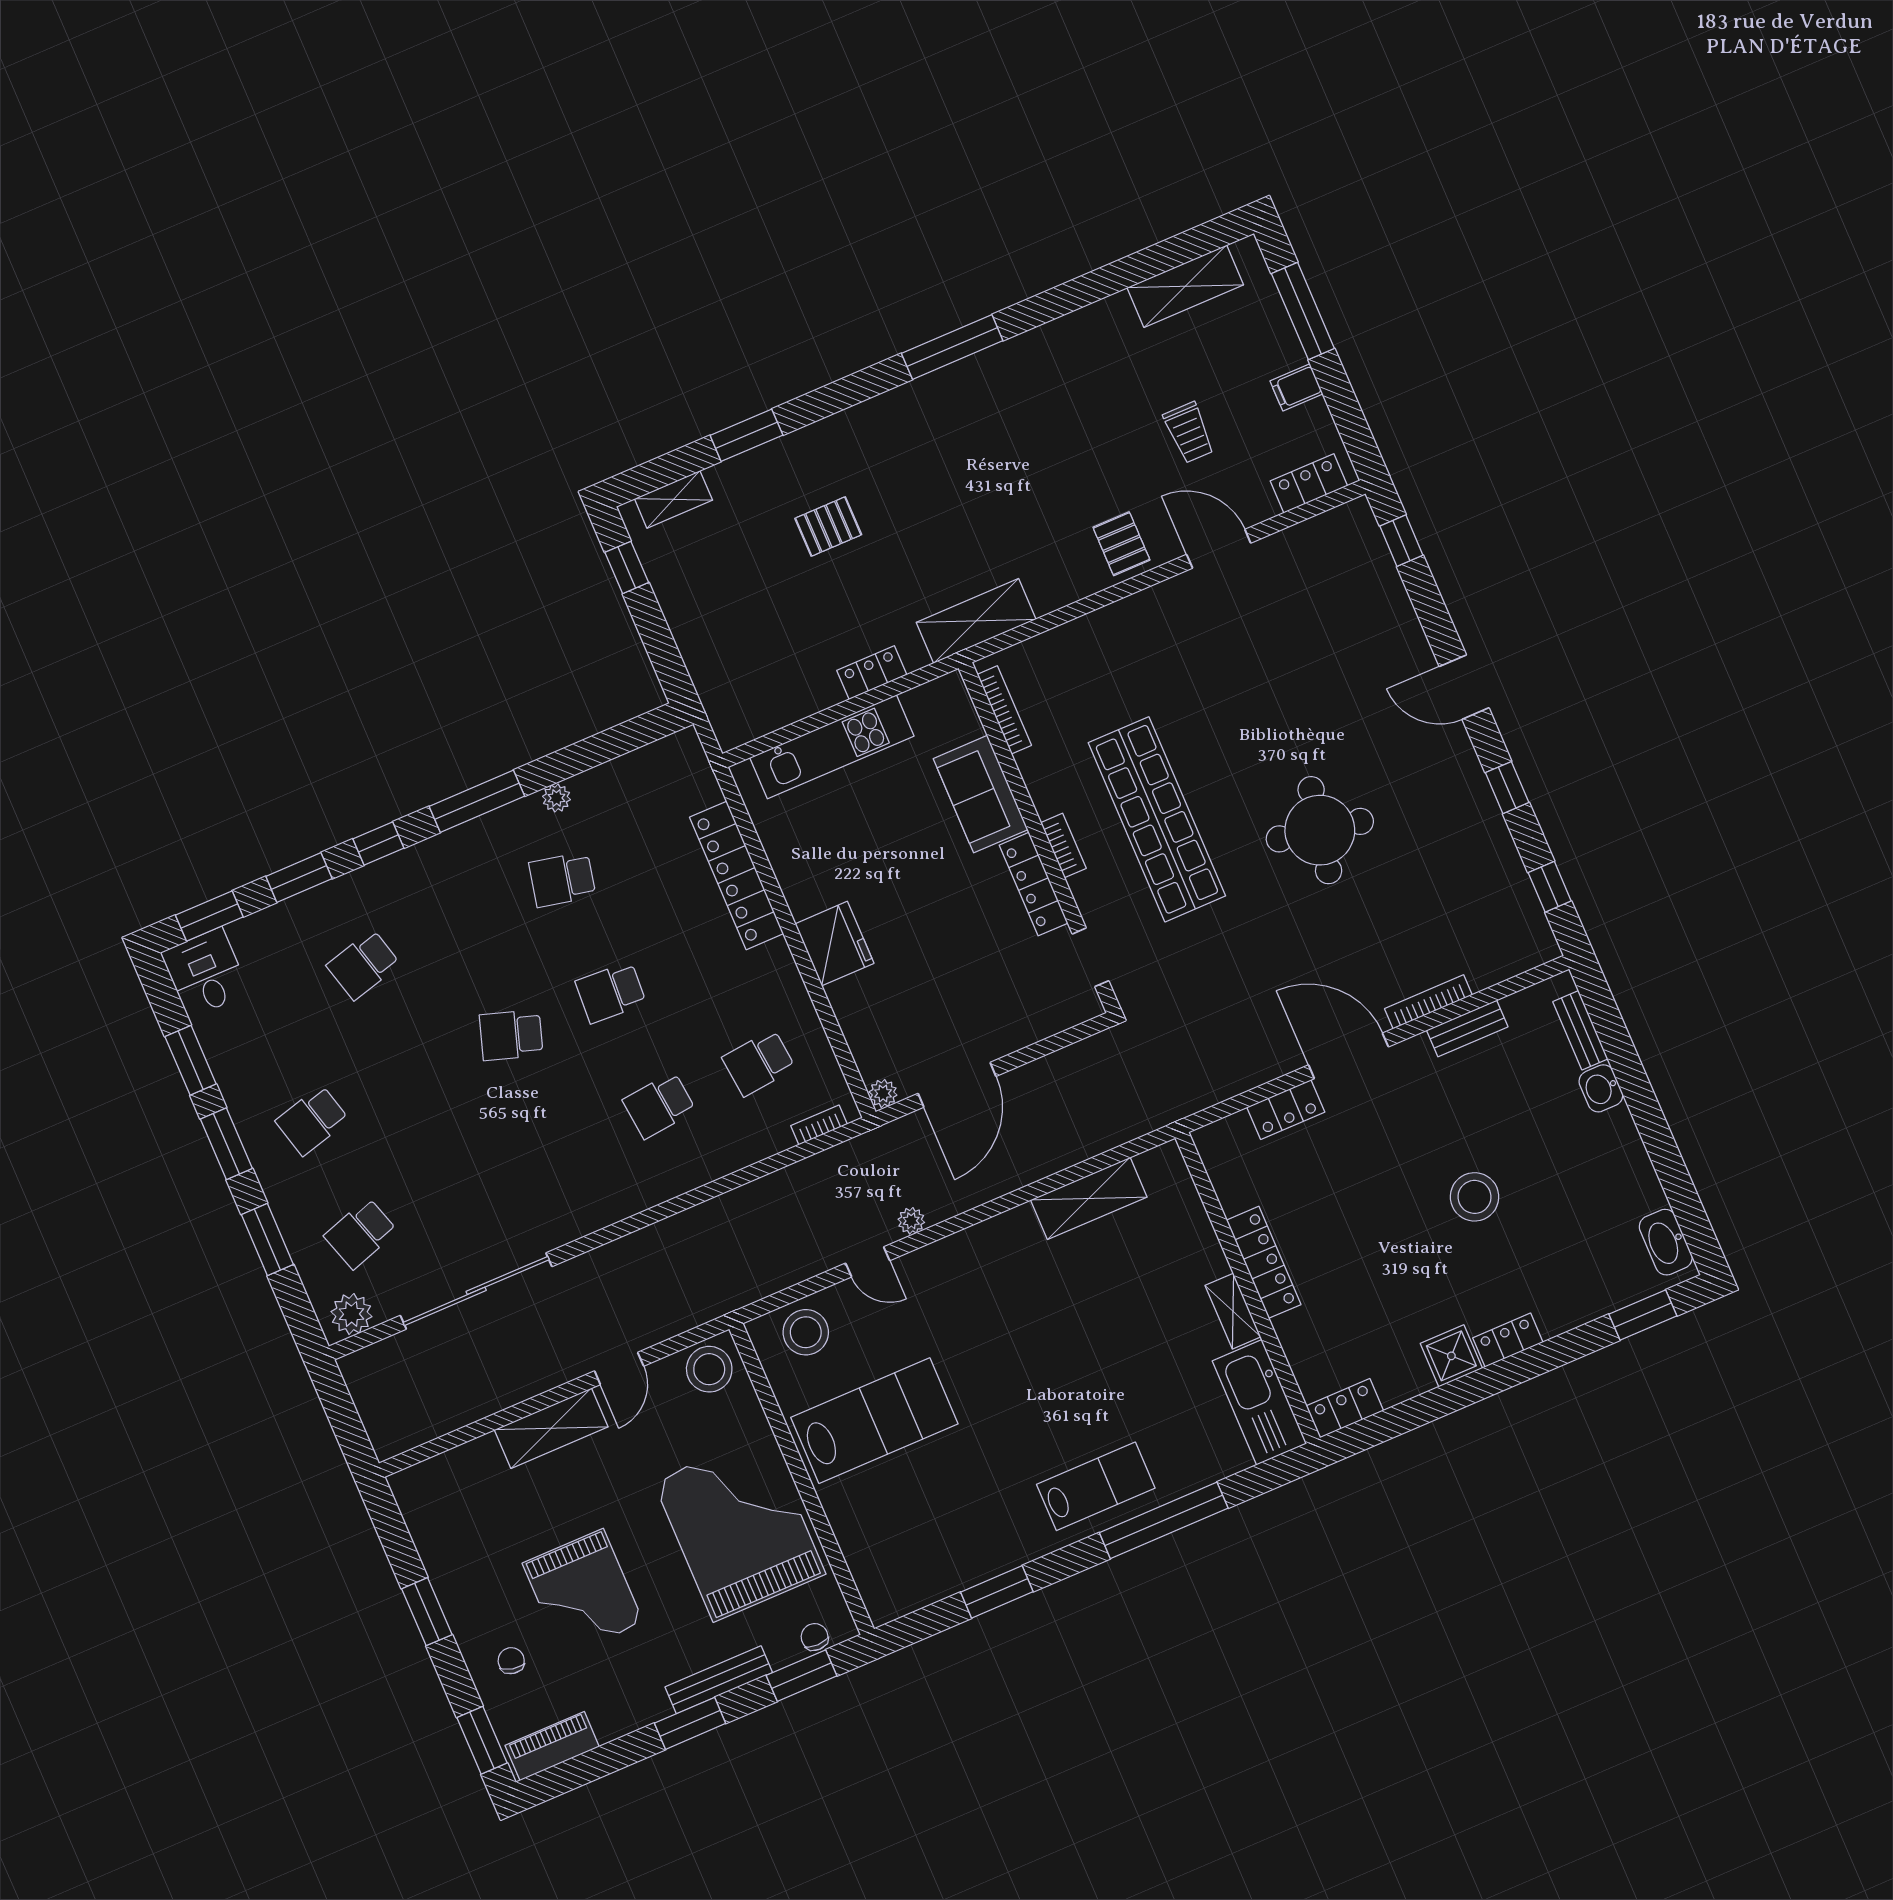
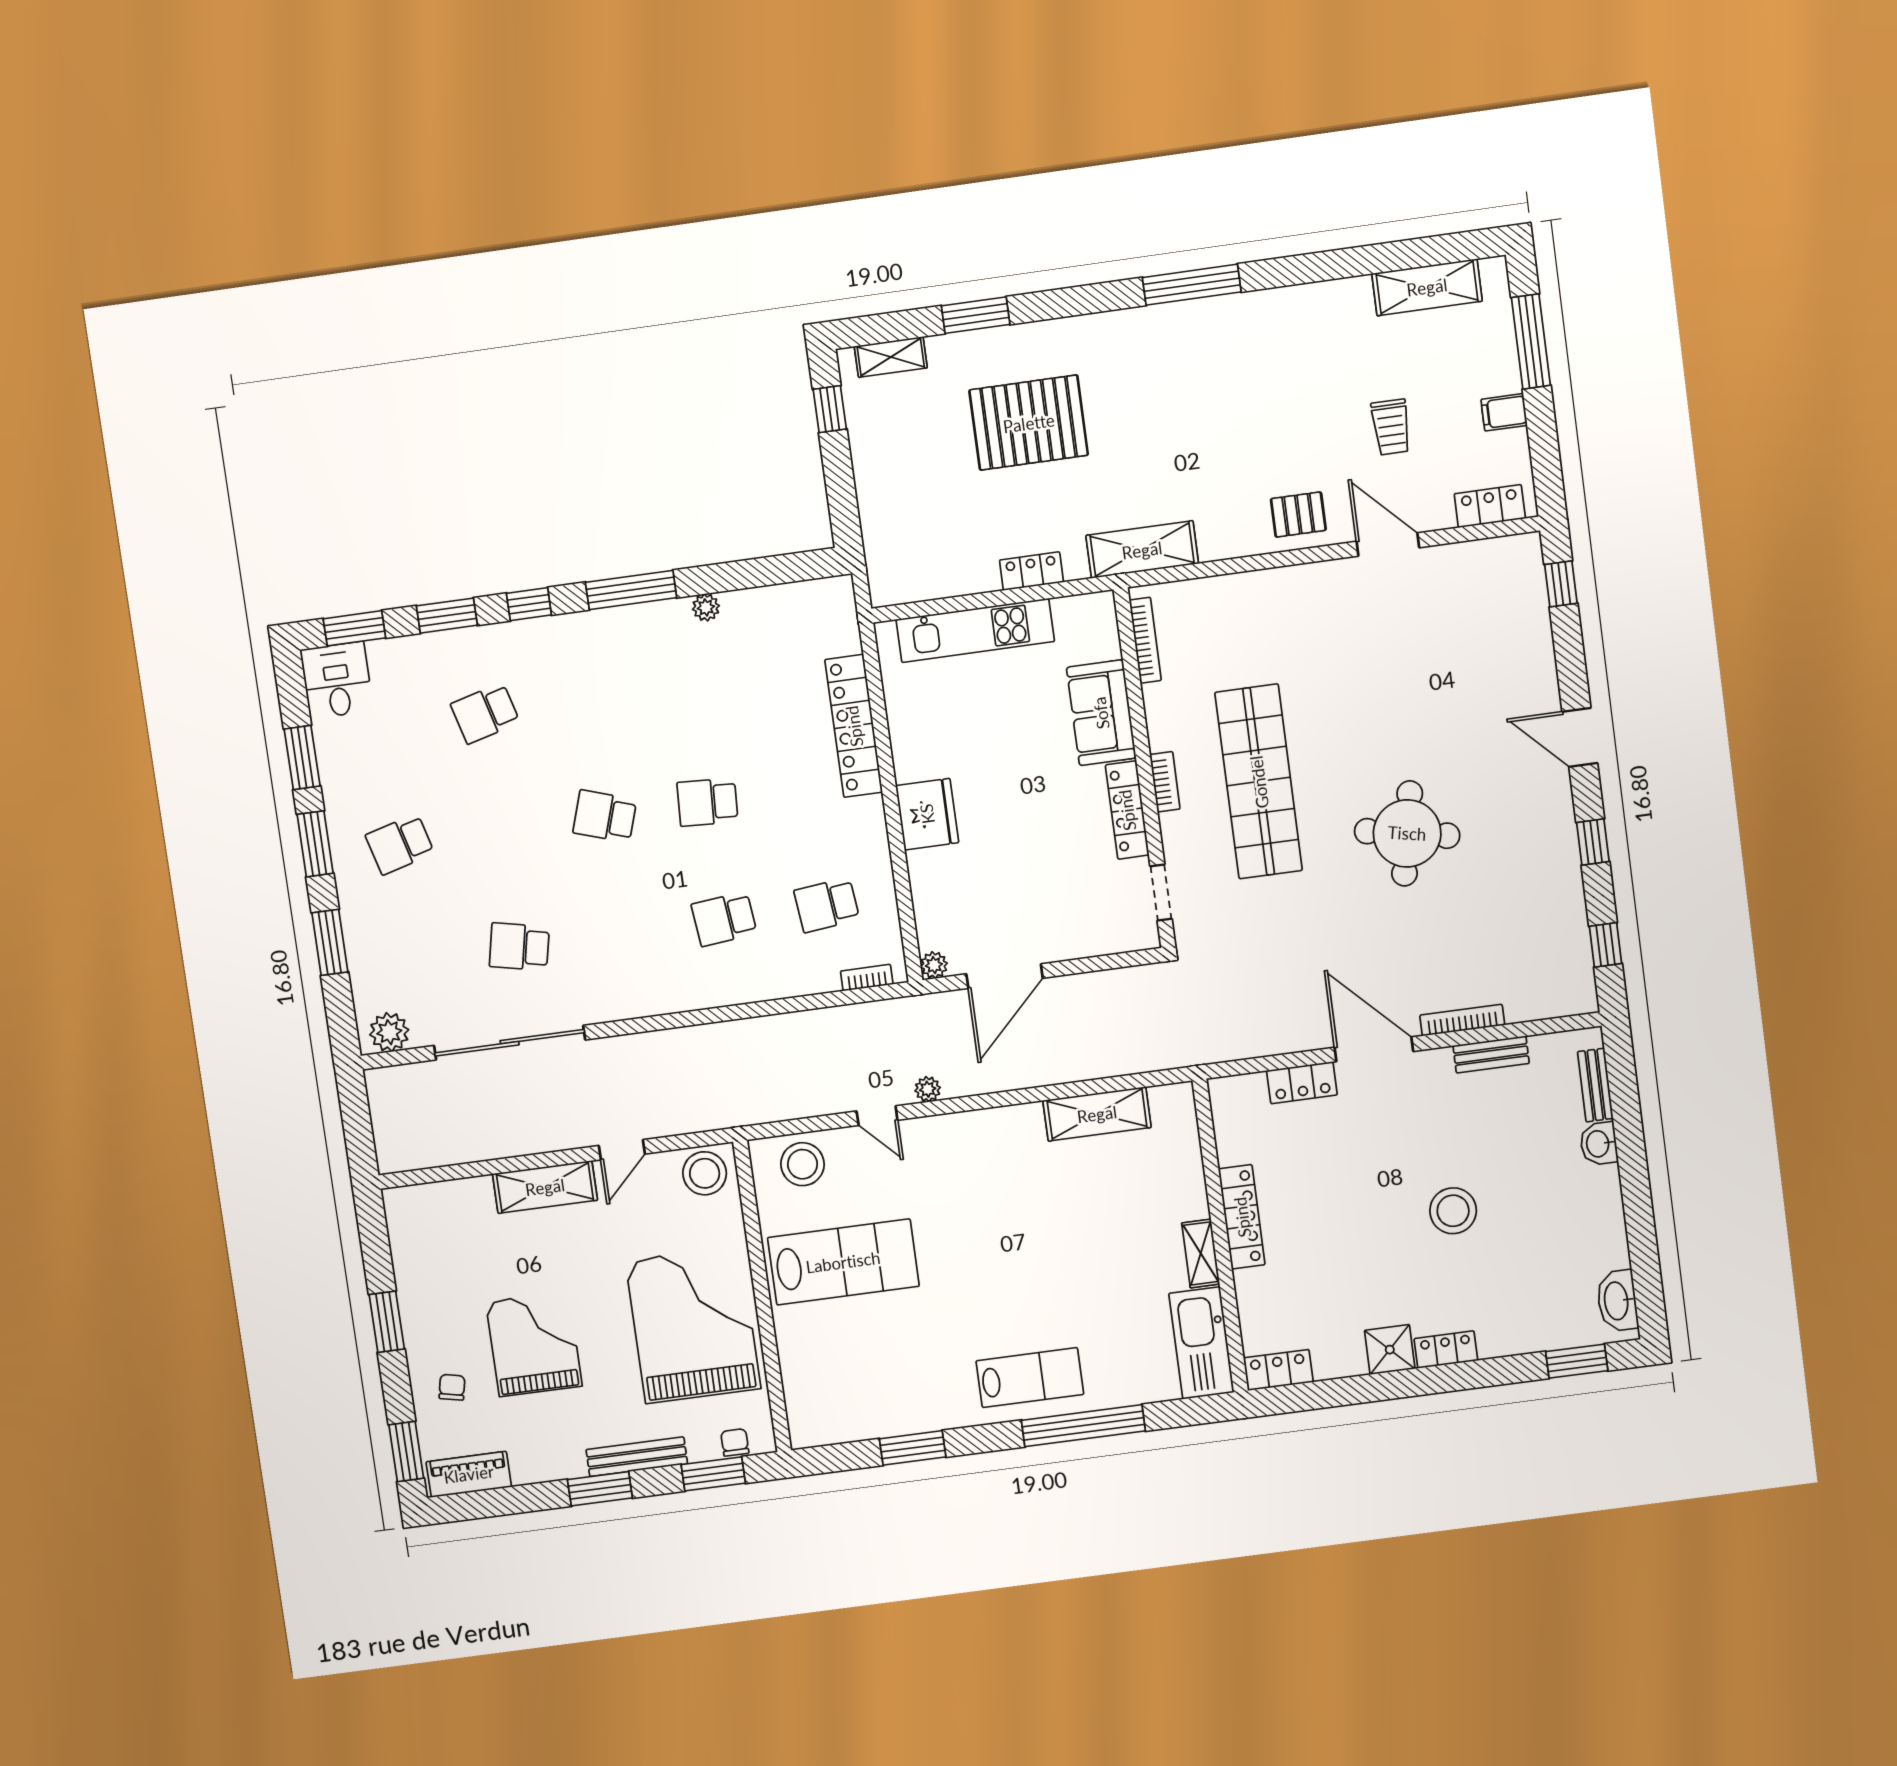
pallet: (828, 527) -> (1029, 423), width x2.05, depth x2.00
pallet: (1121, 544) -> (1298, 514), turned 90
school desk: (562, 879) -> (691, 685), removed
school desk: (361, 1233) -> (519, 947), moved, turned 30
grand piano: (583, 1593) -> (534, 1344), turned 180

